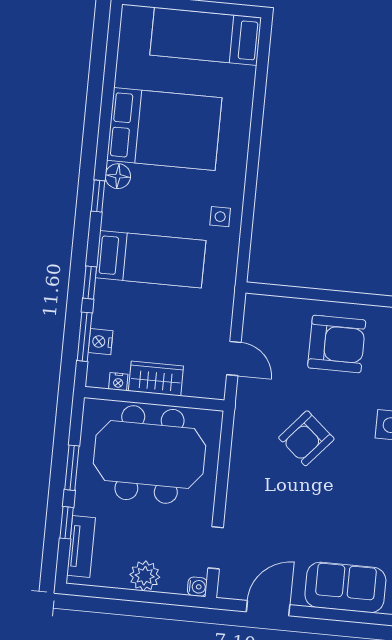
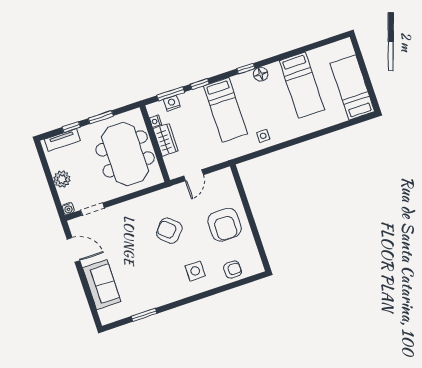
bed: (164, 129) -> (302, 85), width x0.67

